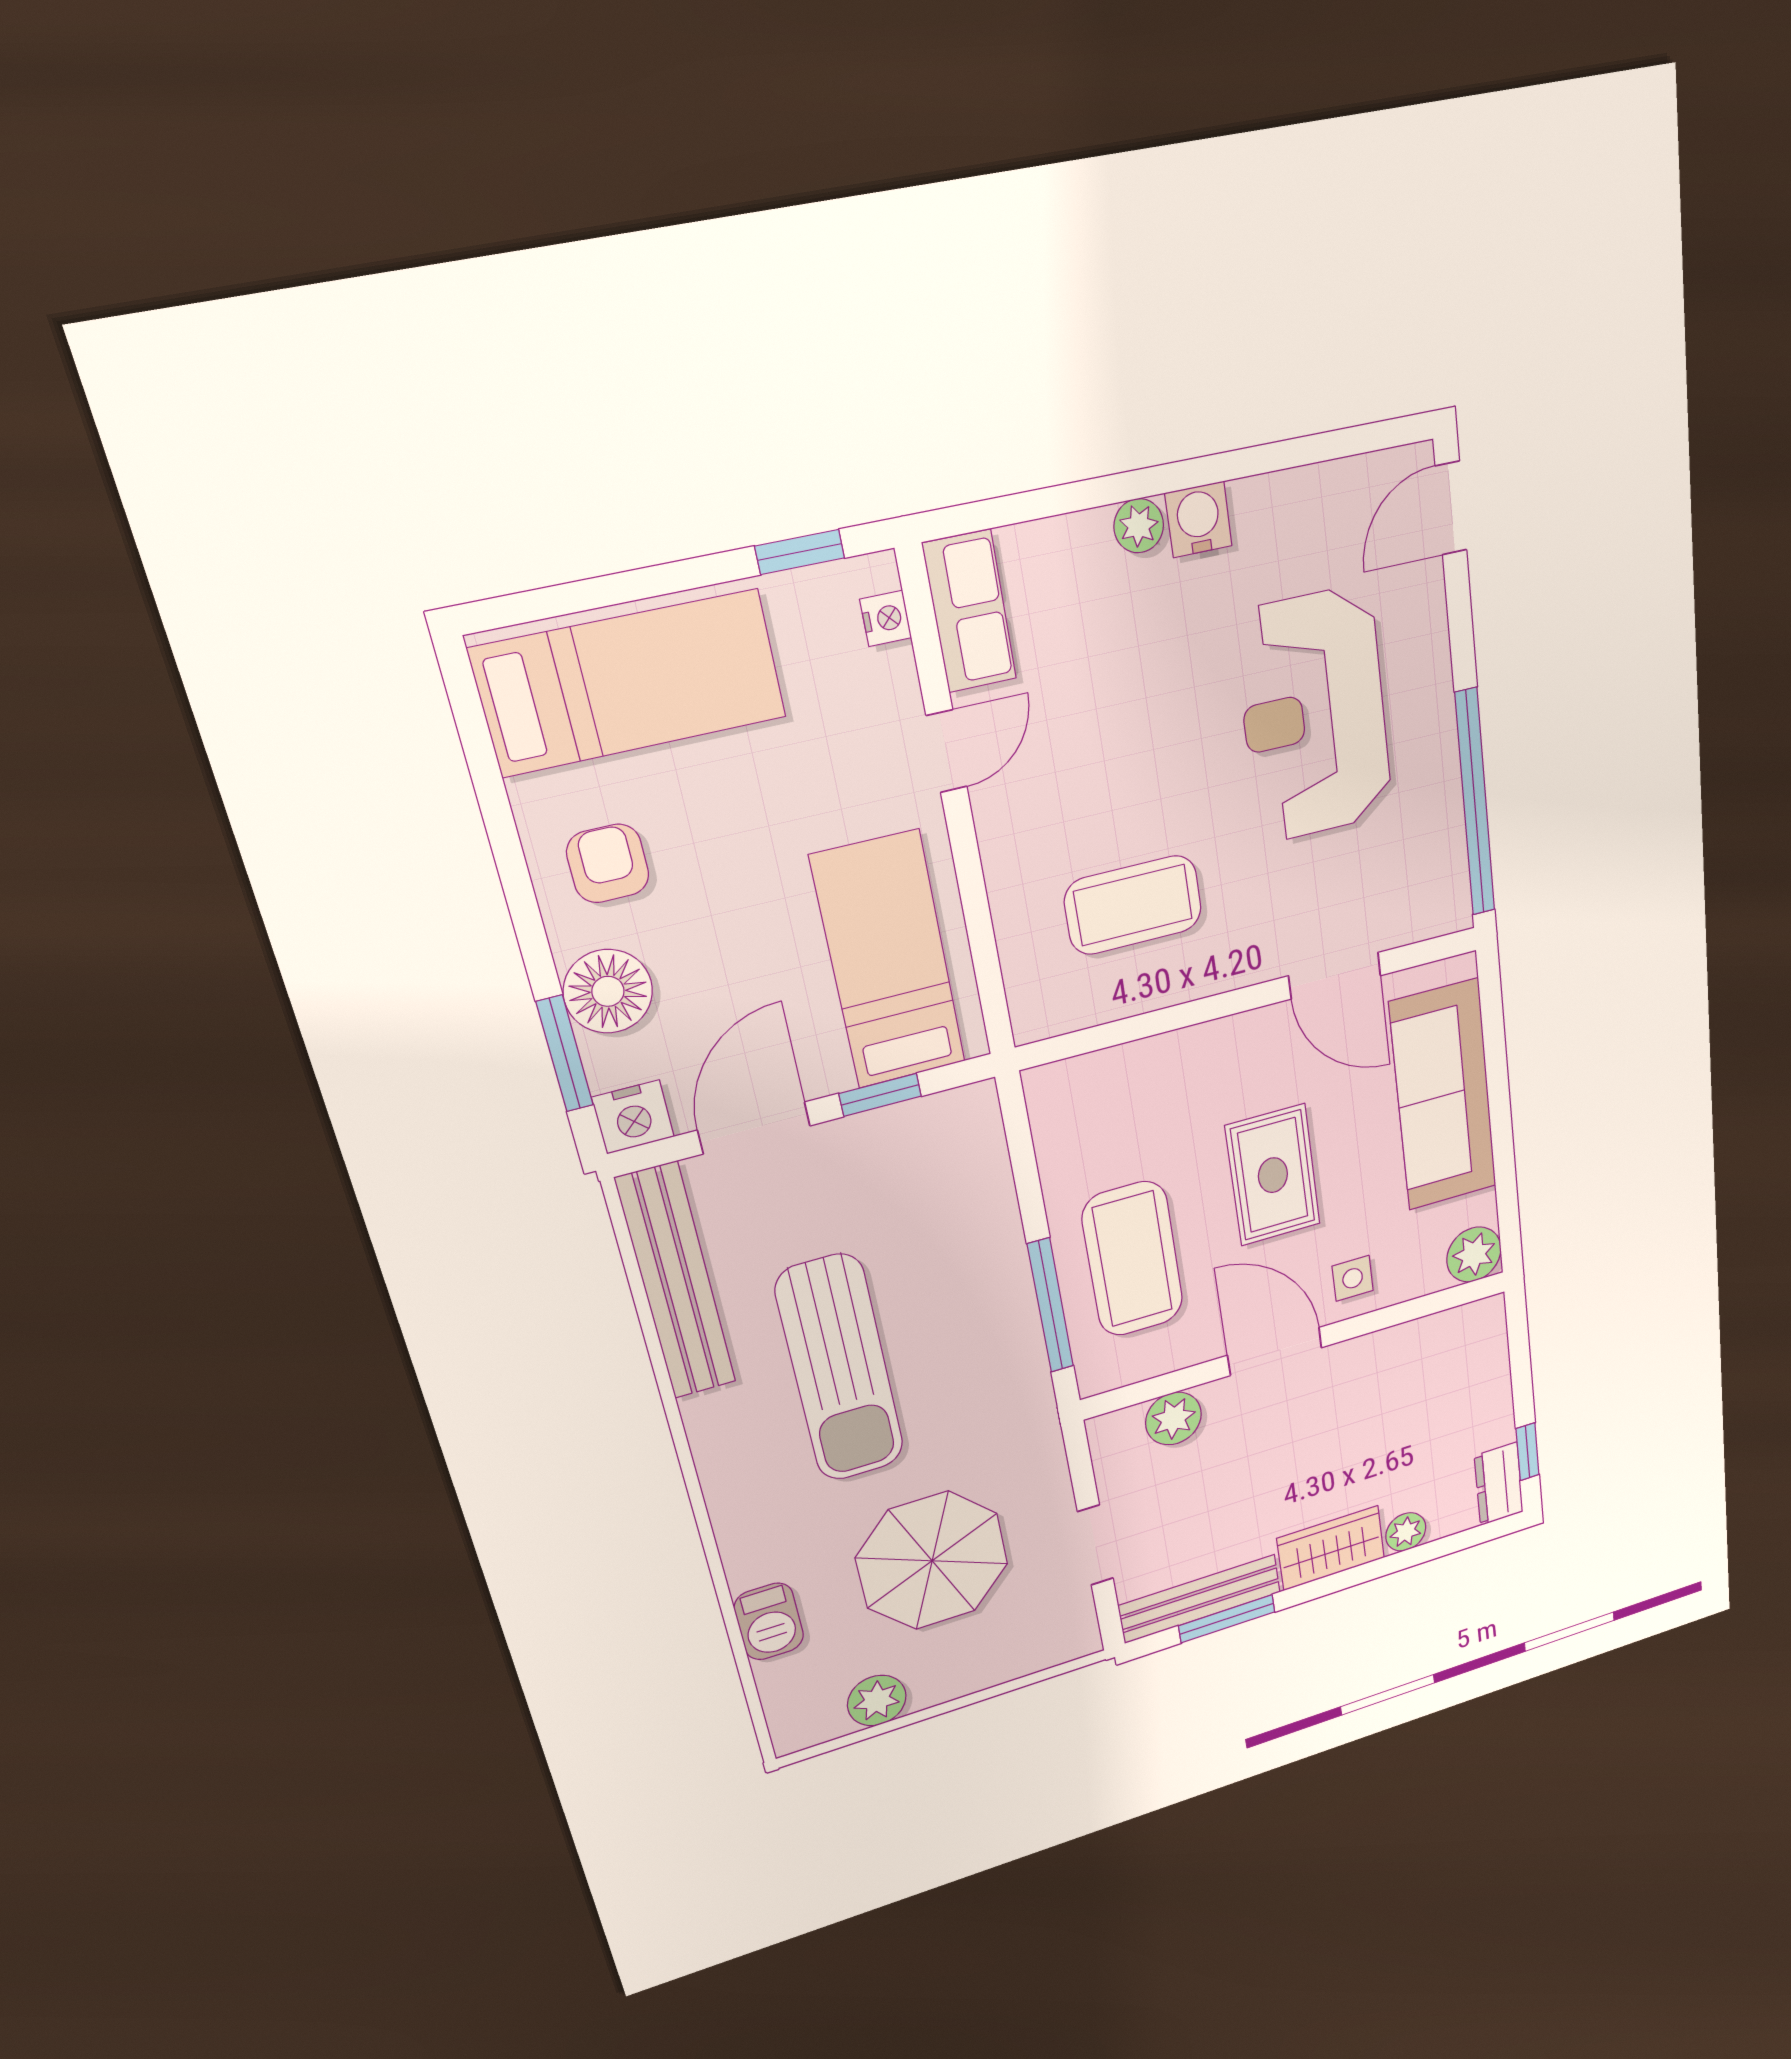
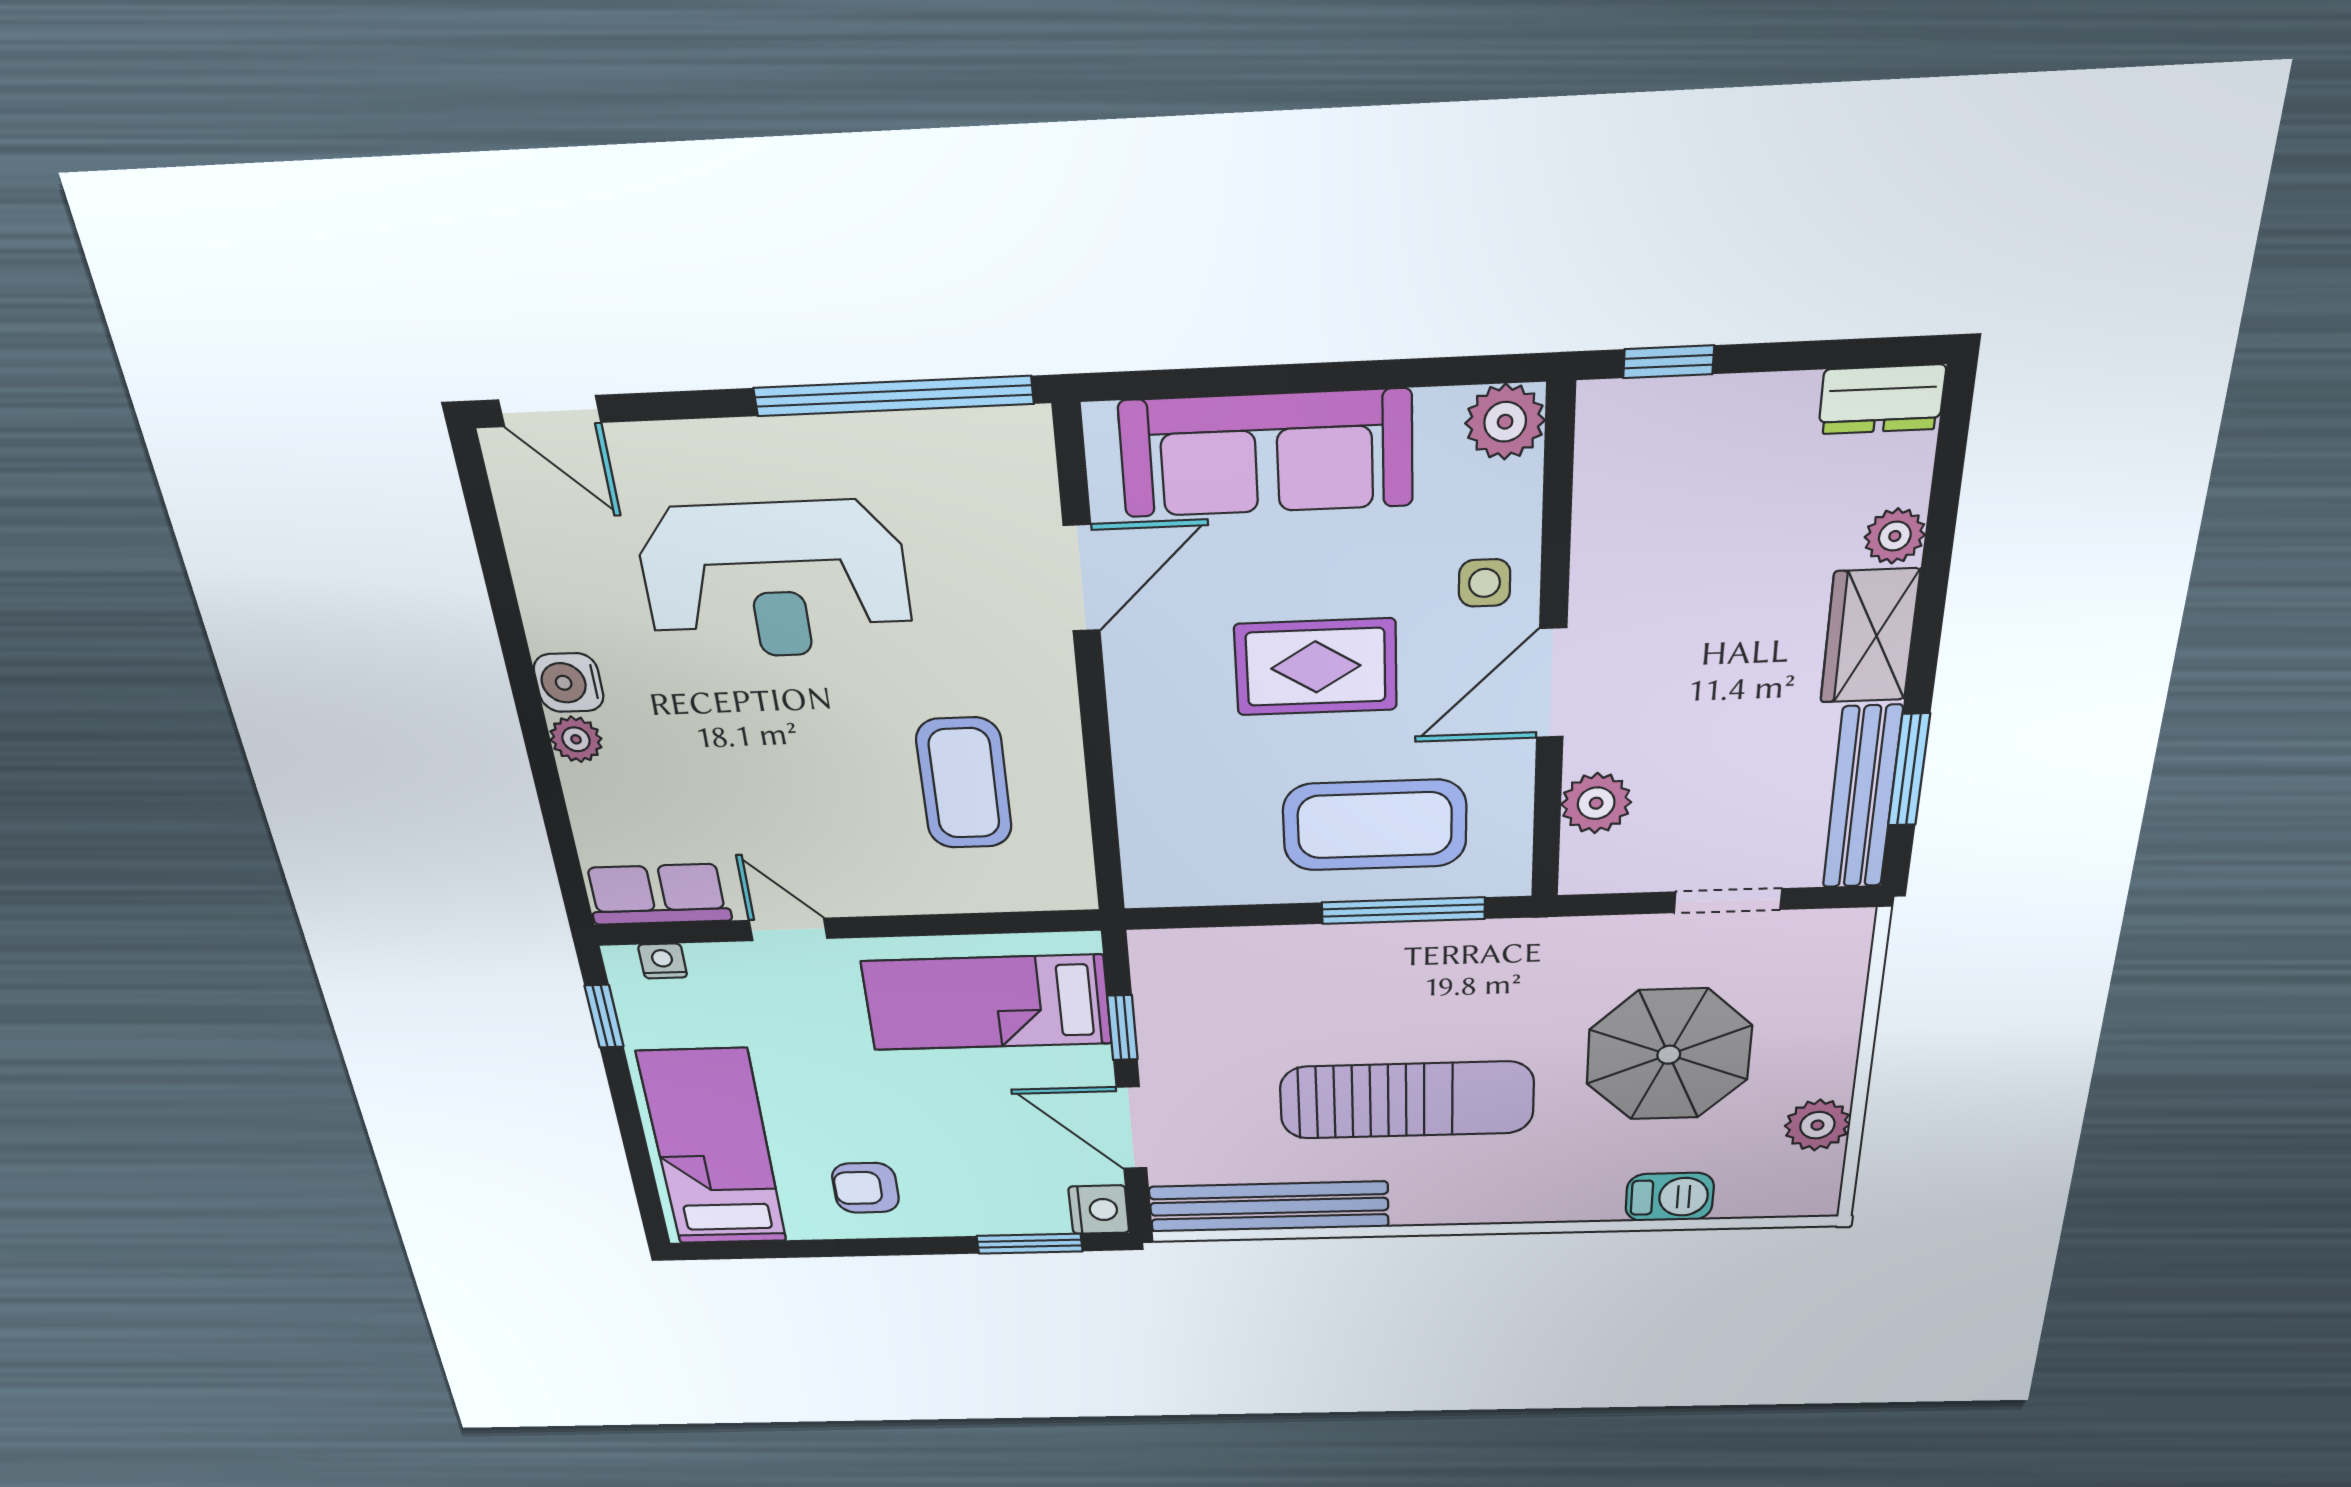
floor lamp: (608, 991) -> (979, 1207), removed
window: (1528, 1452) -> (1669, 362), moved

